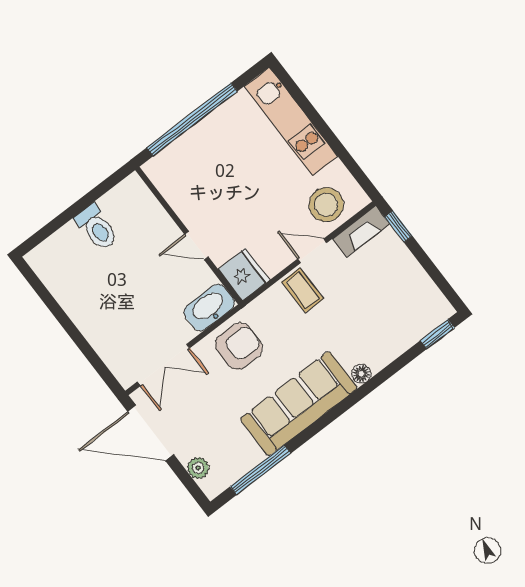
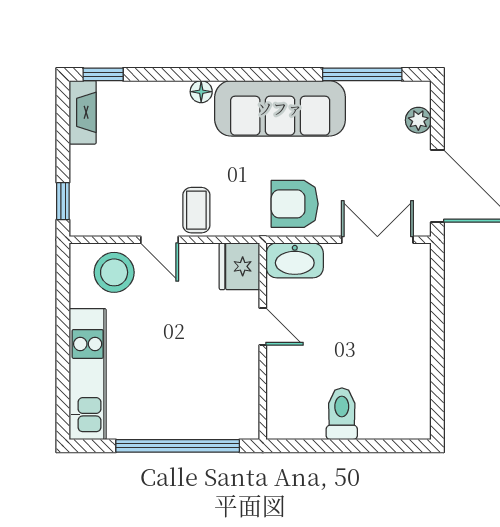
fireplace: (361, 231) -> (83, 112), moved, turned 90

